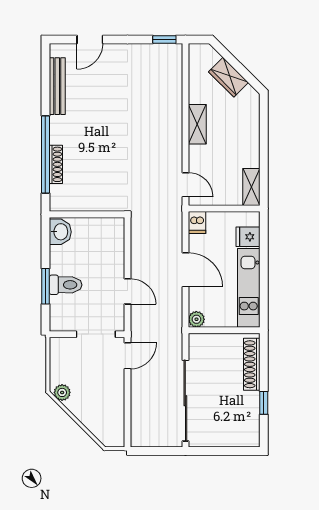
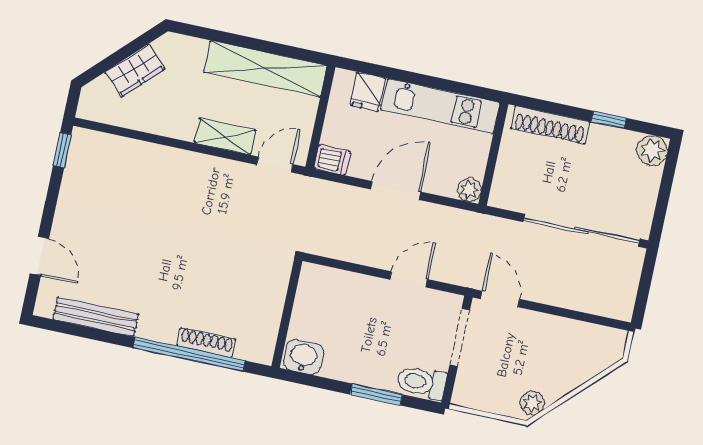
shelving: (197, 124) -> (225, 136), moved
shelving: (251, 187) -> (265, 69), width x2.20, depth x1.33
toilet: (66, 285) -> (422, 382), moved, turned -90
plant: (249, 437) -> (652, 150), added

